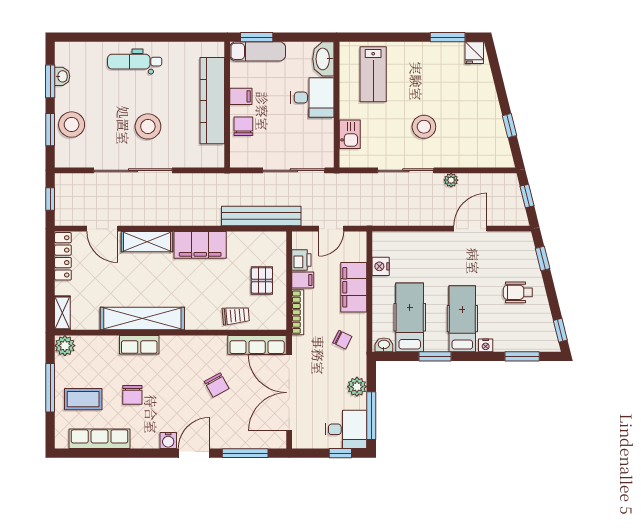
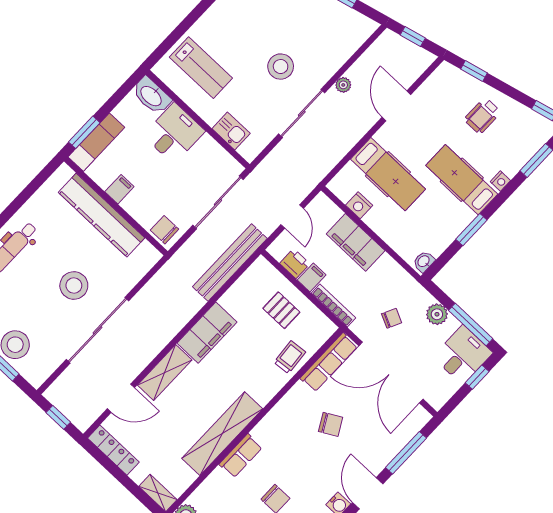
chair: (243, 126) -> (164, 230), moved
hospital bed: (410, 317) -> (388, 174), moved, turned 180
chair: (342, 340) -> (392, 318), moved

